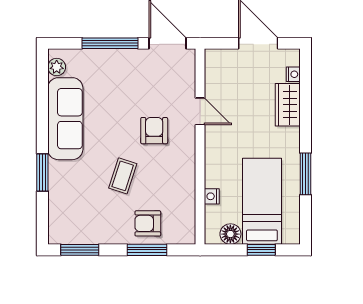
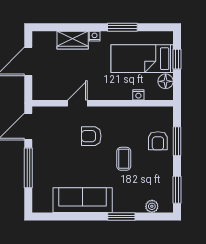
plant: (57, 67) -> (152, 206), moved
nightstand: (293, 74) -> (95, 36), moved
coffee table: (123, 176) -> (124, 159), turned 72

